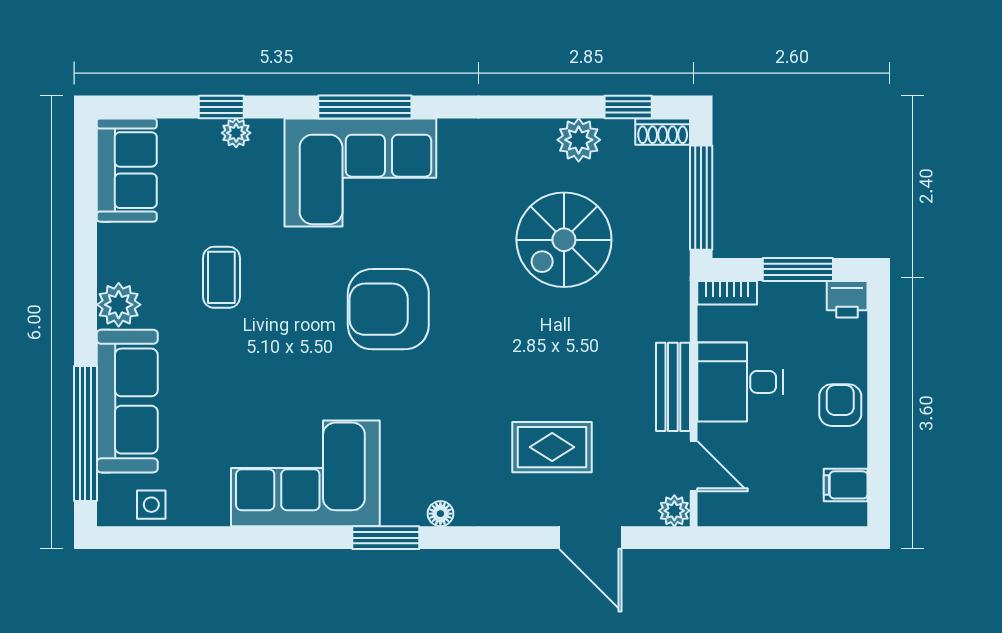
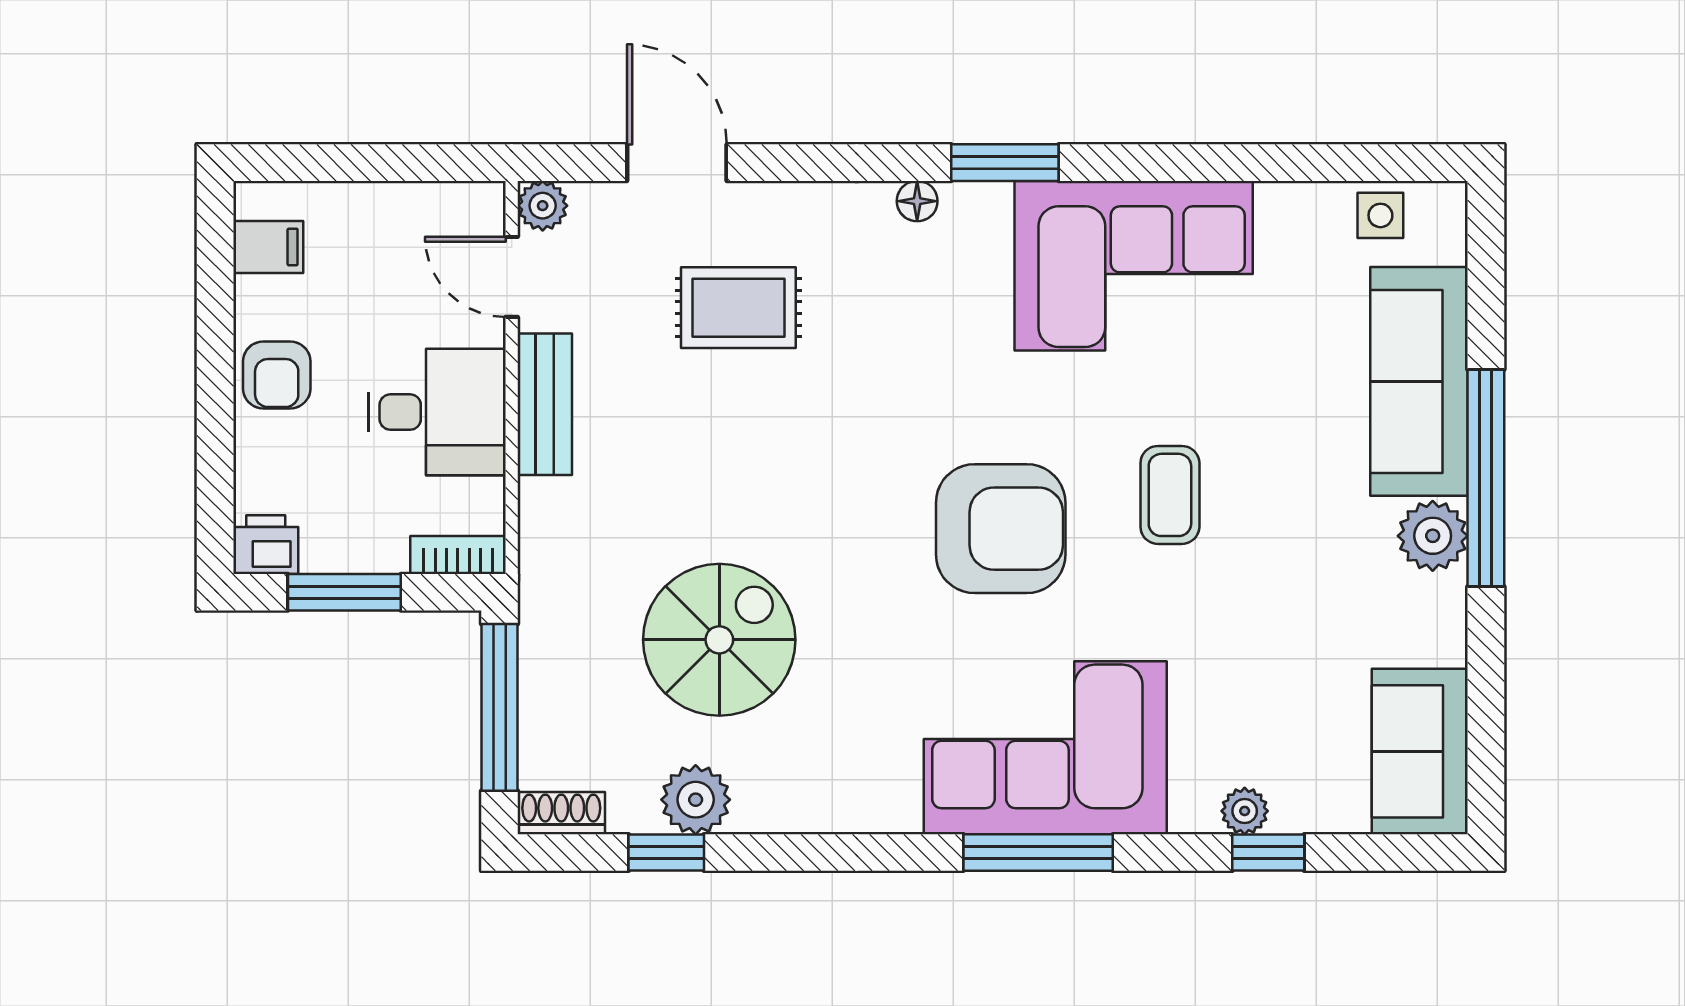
window: (628, 107) -> (666, 852), moved
coffee table: (221, 277) -> (1170, 495), moved
window: (85, 434) -> (1486, 478), moved

